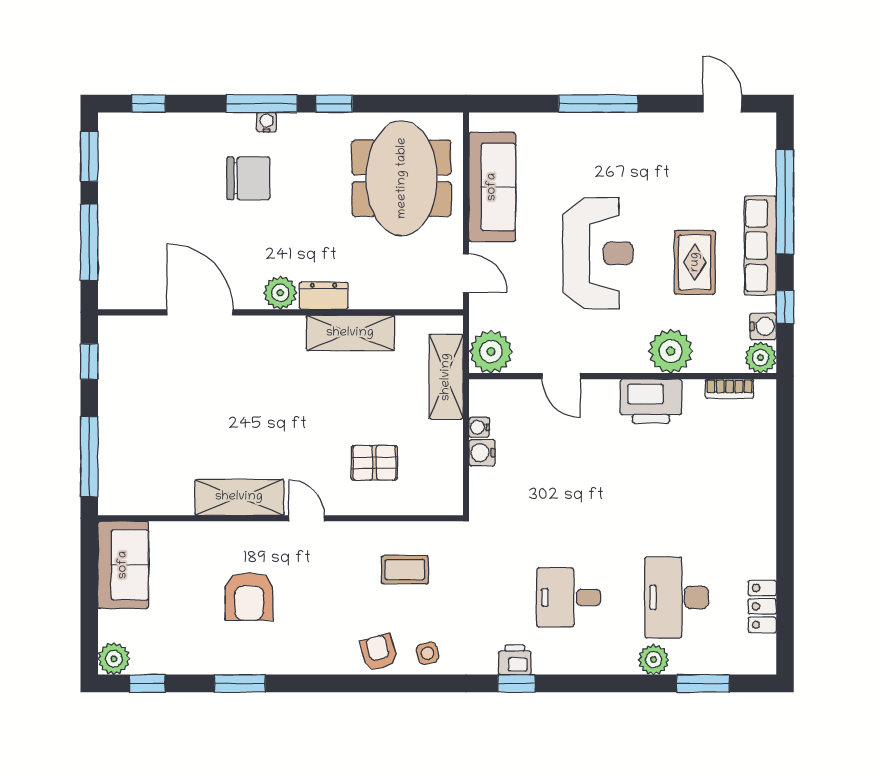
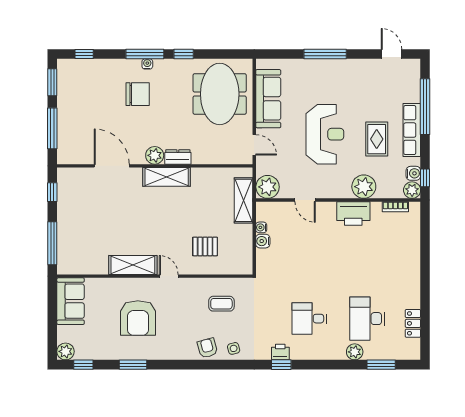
window: (785, 307) -> (425, 178), moved
shelving: (350, 333) -> (167, 177), moved
armchair: (249, 596) -> (138, 318), width x1.36, depth x1.36

